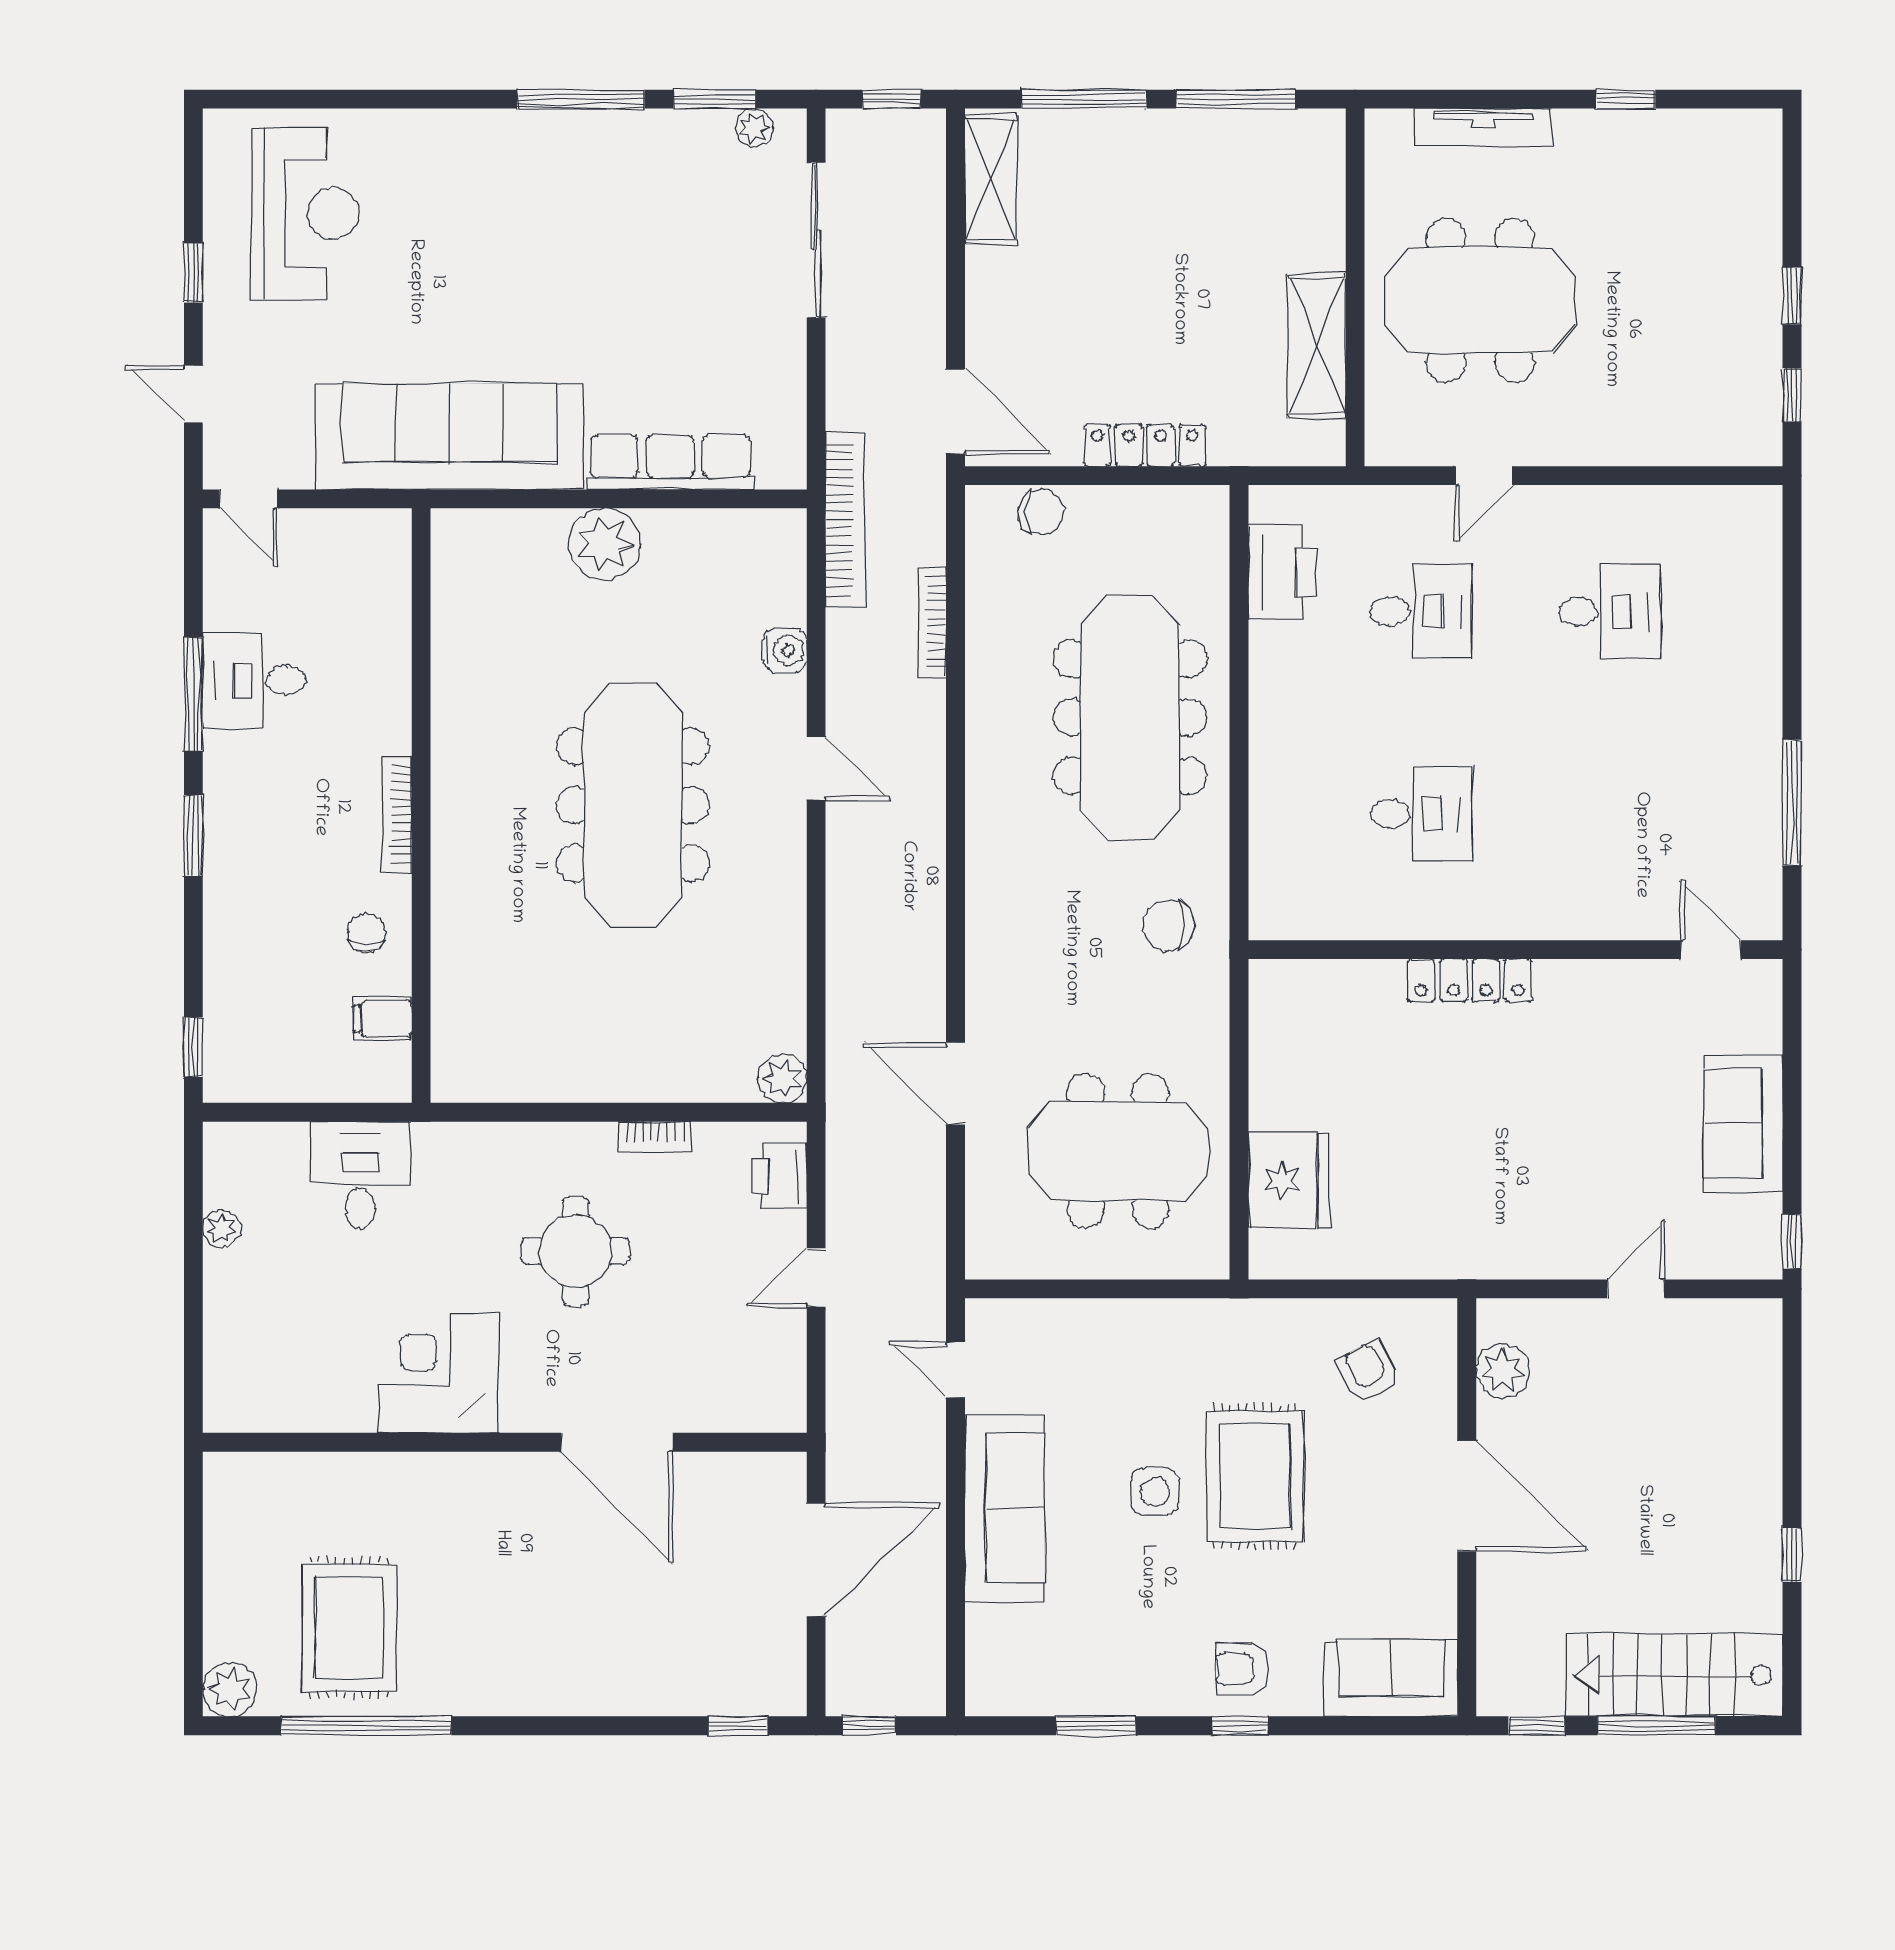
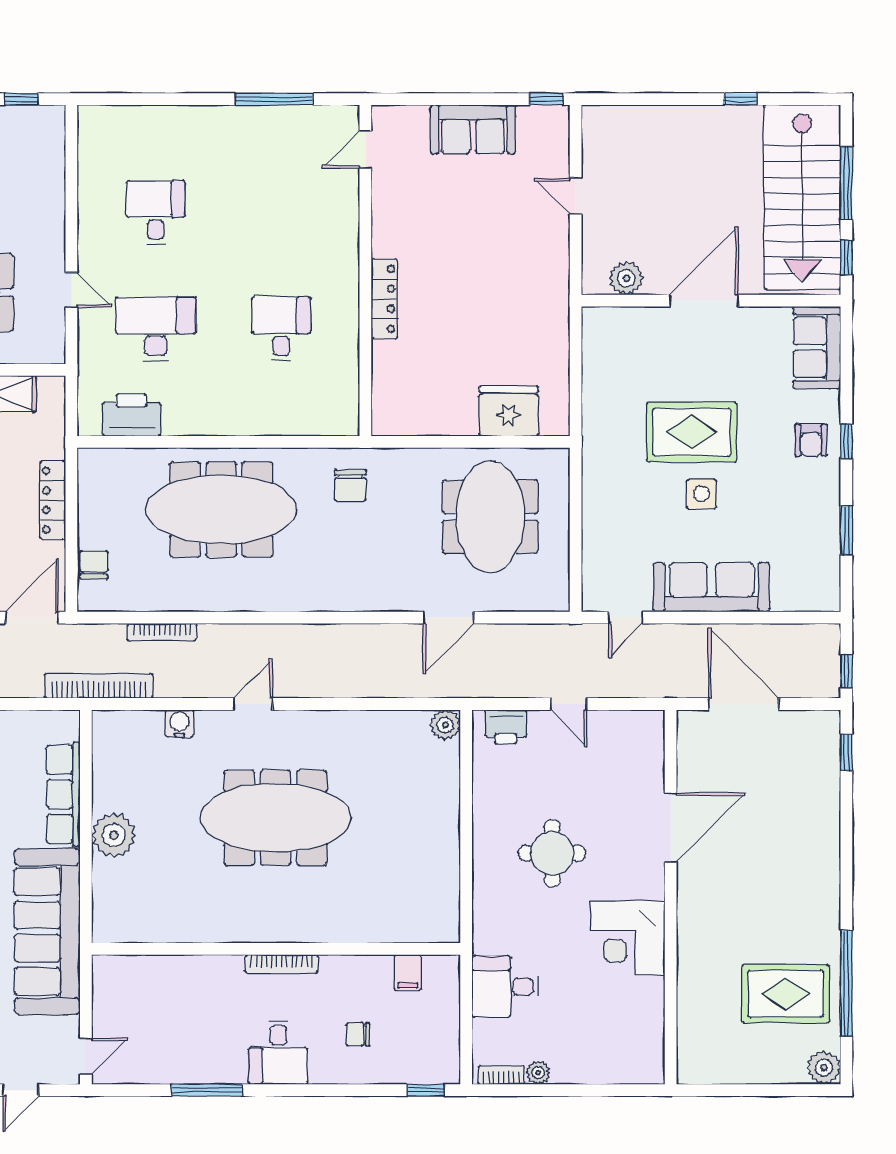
desk: (1422, 611) -> (156, 329), width x1.37
desk: (254, 680) -> (278, 1052), moved
window: (193, 836) -> (295, 1090), removed
chair: (366, 933) -> (358, 1034), moved
bookcase: (655, 1136) -> (501, 1075), moved, turned -90
armchair: (1368, 1372) -> (627, 362), removed
stairs: (1673, 1675) -> (802, 197), width x1.36, depth x1.51

